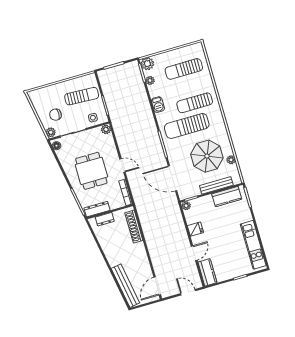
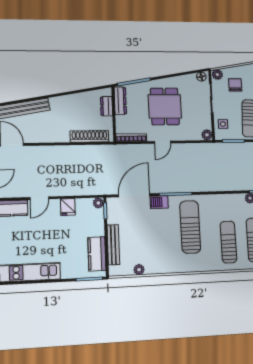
sun lounger: (195, 103) -> (228, 242), moved
barbecue: (158, 105) -> (159, 202), moved
parasol: (207, 156) -> (150, 242), removed
dining table: (91, 171) -> (165, 106), turned 90
door: (194, 253) -> (39, 198), hinge flipped

